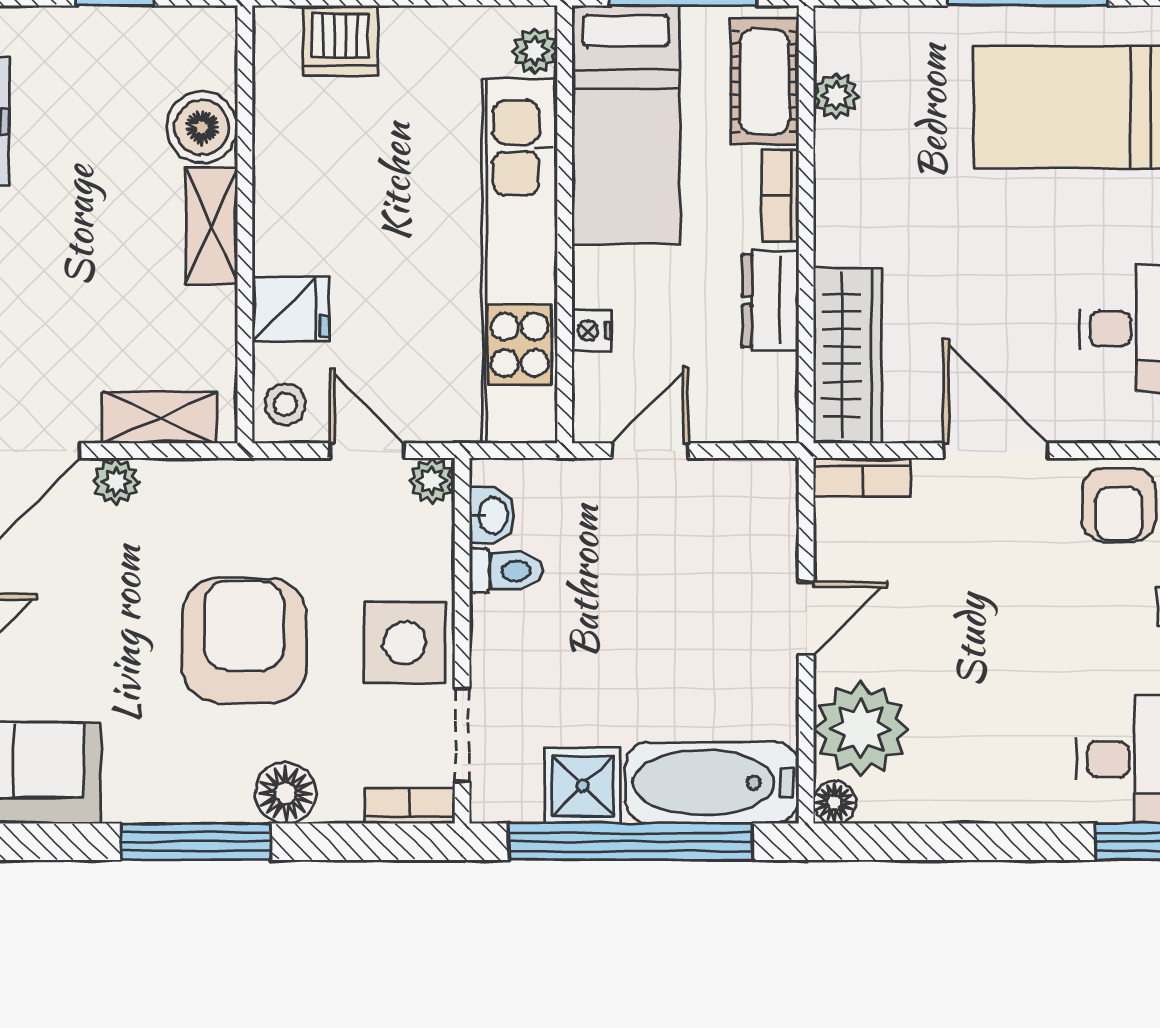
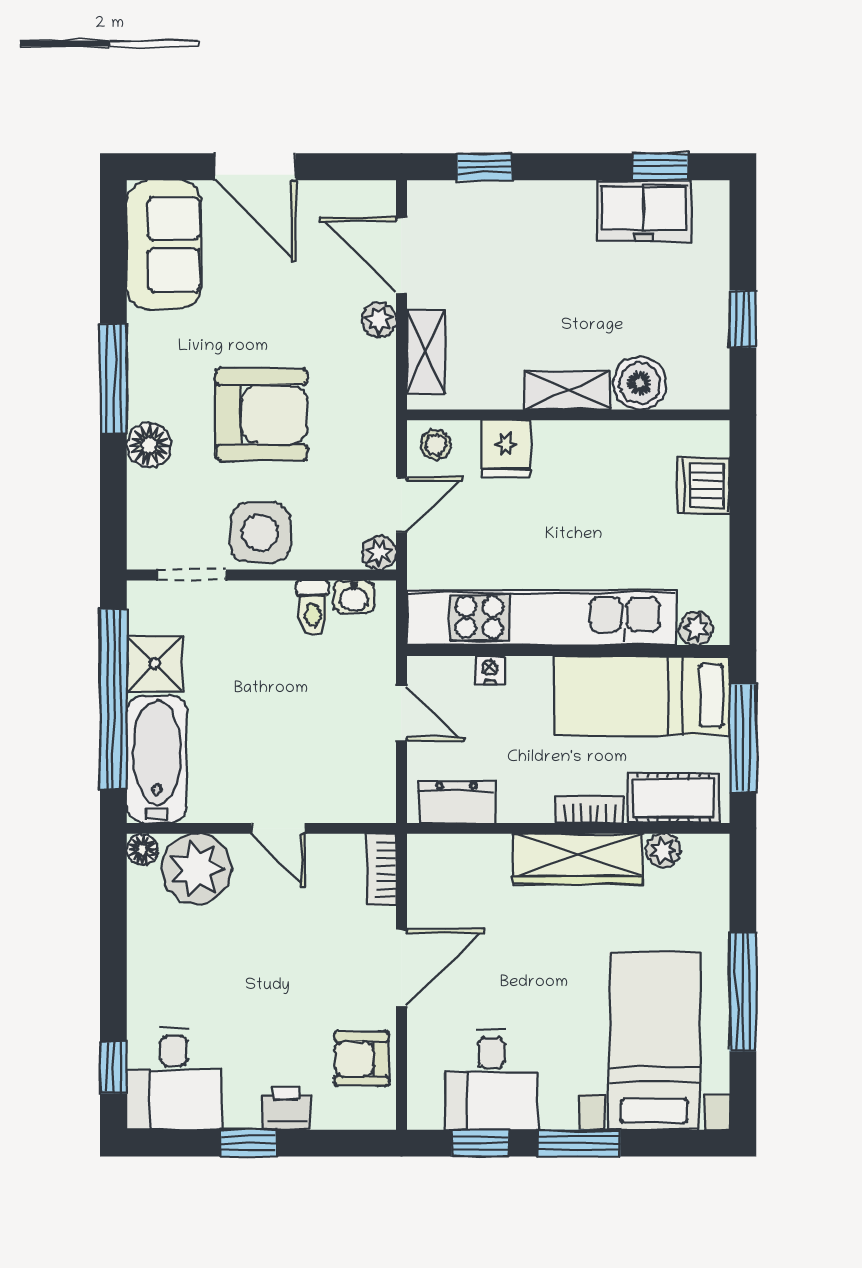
dresser: (770, 301) -> (457, 802), moved
wardrobe: (847, 355) -> (578, 859), moved
bookcase: (410, 806) -> (140, 536), removed

